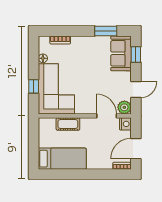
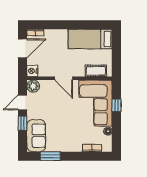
window: (136, 54) -> (23, 123), moved
door: (107, 116) -> (64, 78), moved
cot: (68, 124) -> (96, 71), moved

